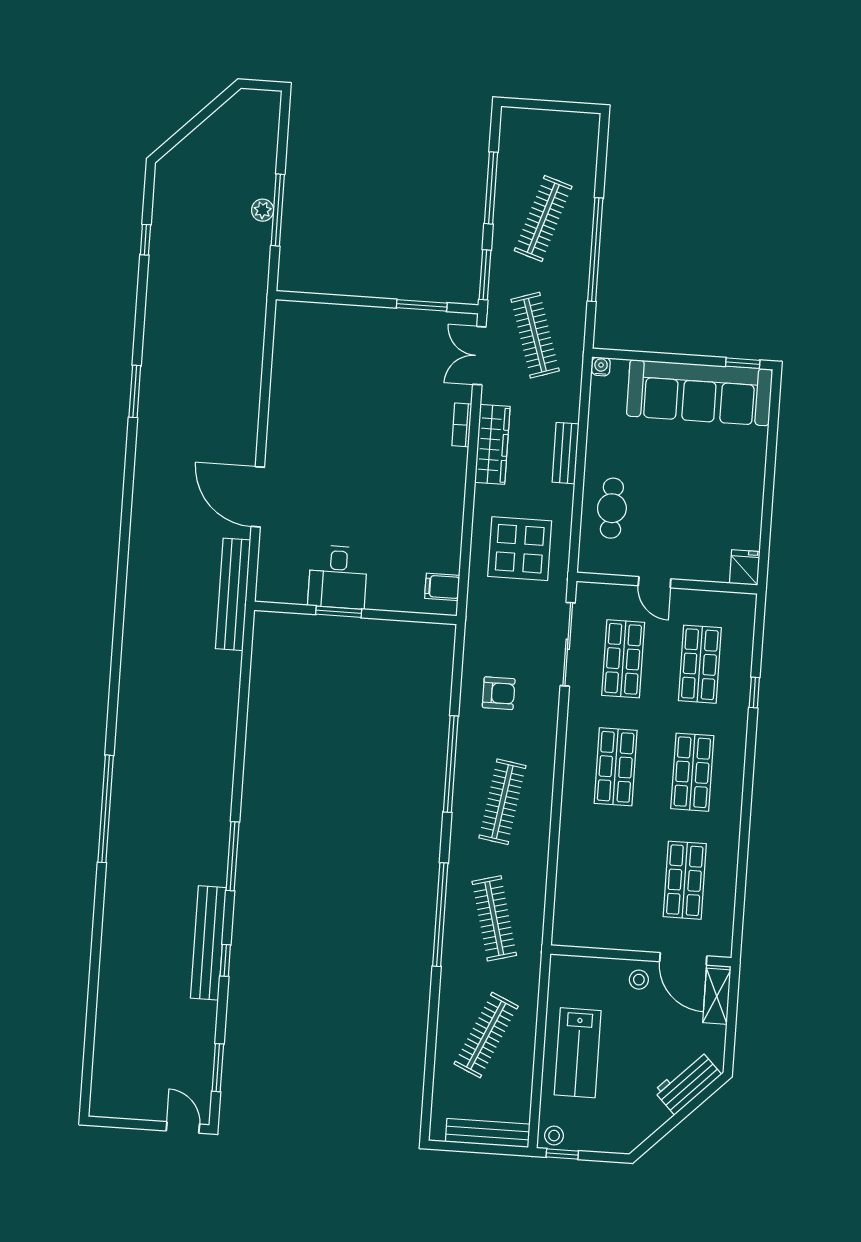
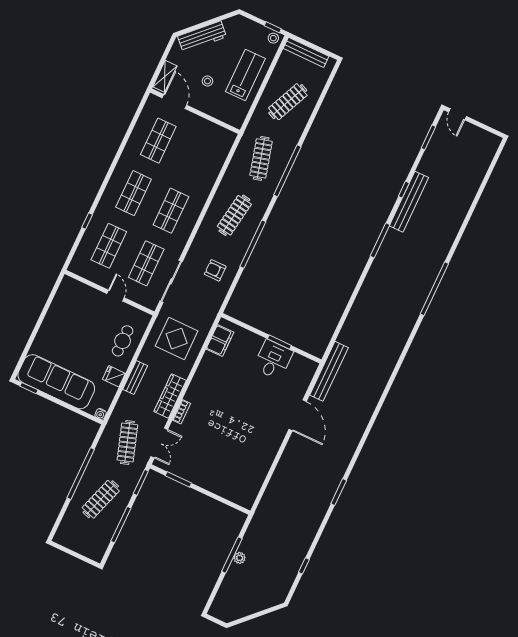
fridge: (745, 567) -> (114, 376), moved, turned 90
filing cabinet: (442, 587) -> (220, 341), width x2.00
stool: (639, 980) -> (207, 81), moved
workbench: (688, 1083) -> (202, 37), width x1.37

